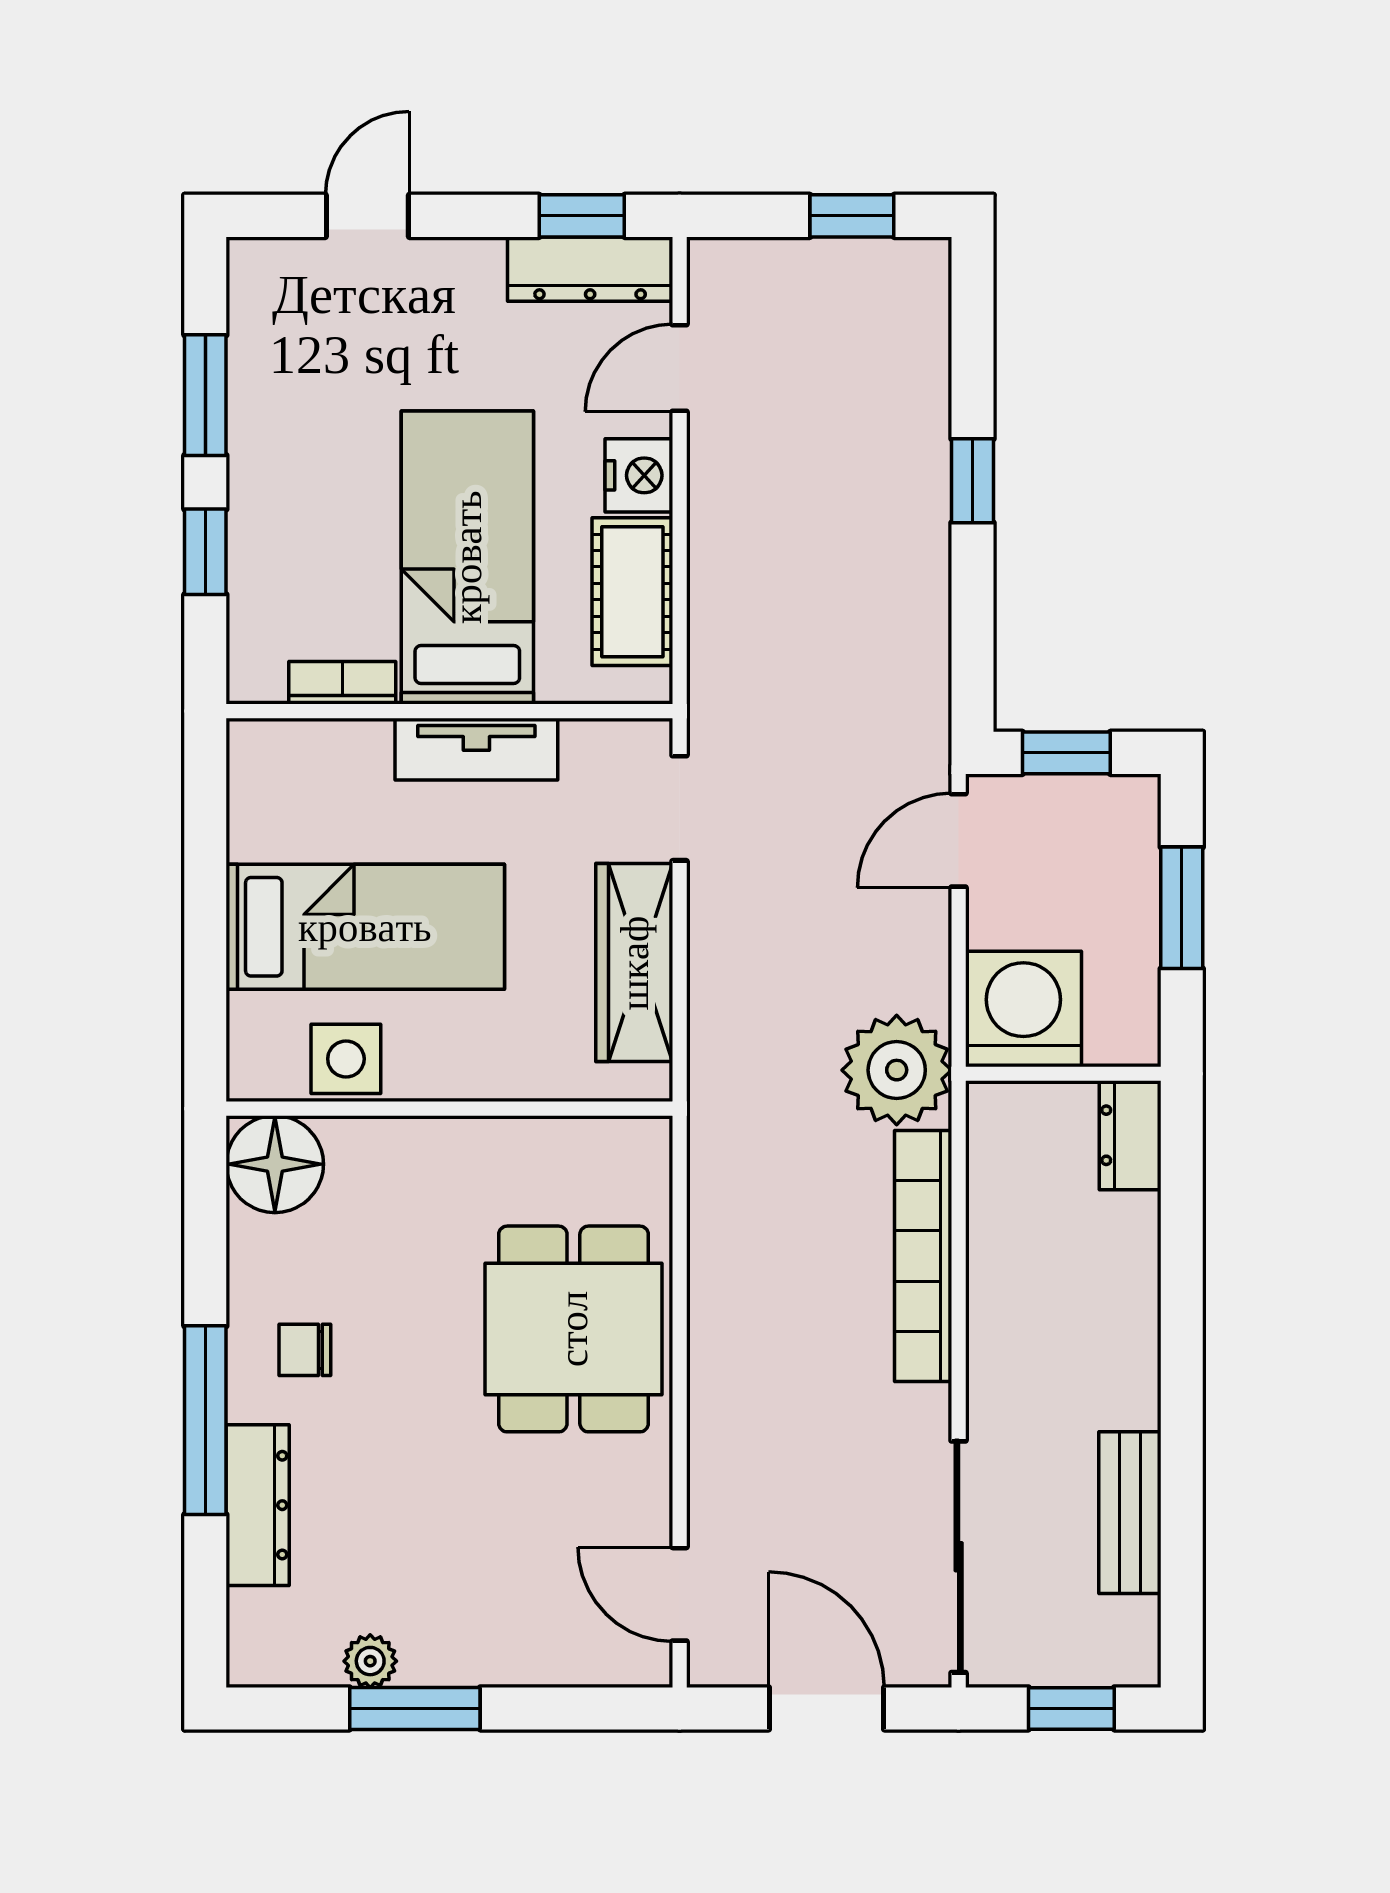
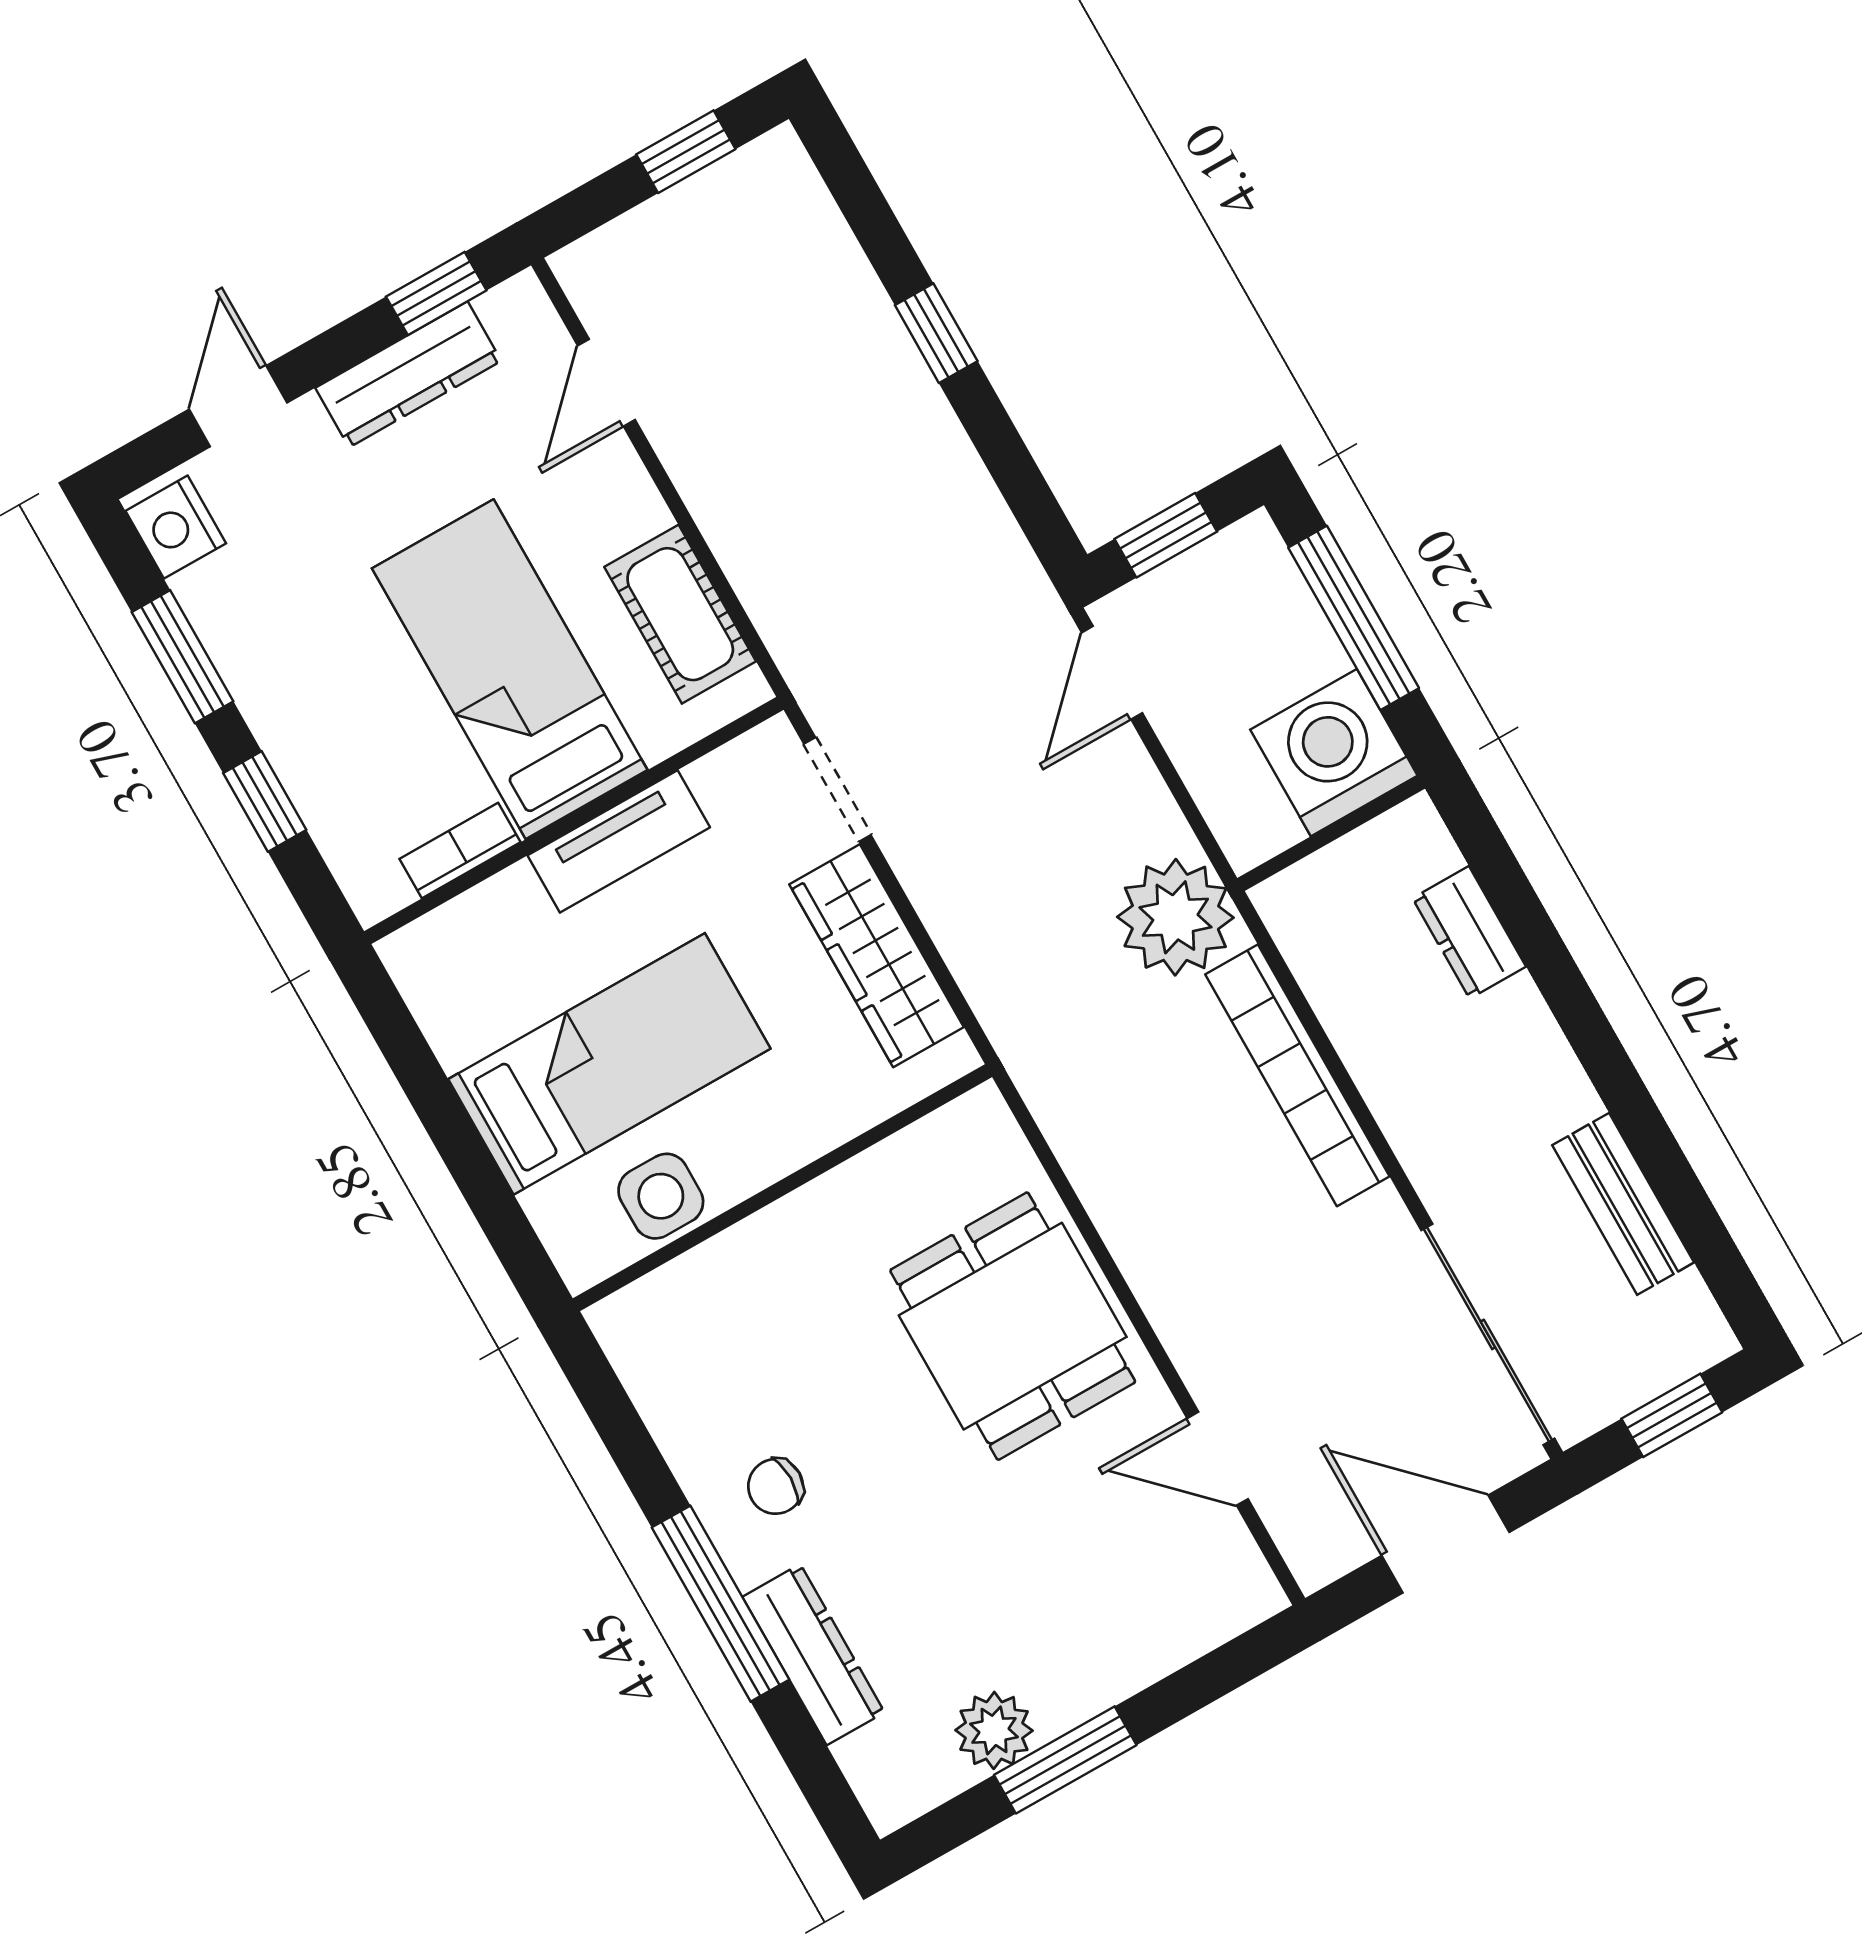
dresser: (590, 269) -> (408, 374), moved
nightstand: (639, 475) -> (176, 527), moved, turned 180
window: (1182, 908) -> (1354, 618), width x1.44
washing machine: (1023, 1009) -> (1334, 753), moved
dresser: (1130, 1135) -> (1469, 932), moved
floor lamp: (275, 1164) -> (650, 1331), removed
door: (680, 1594) -> (1218, 1459), moved
plant: (370, 1661) -> (994, 1730), width x1.38, depth x1.38

